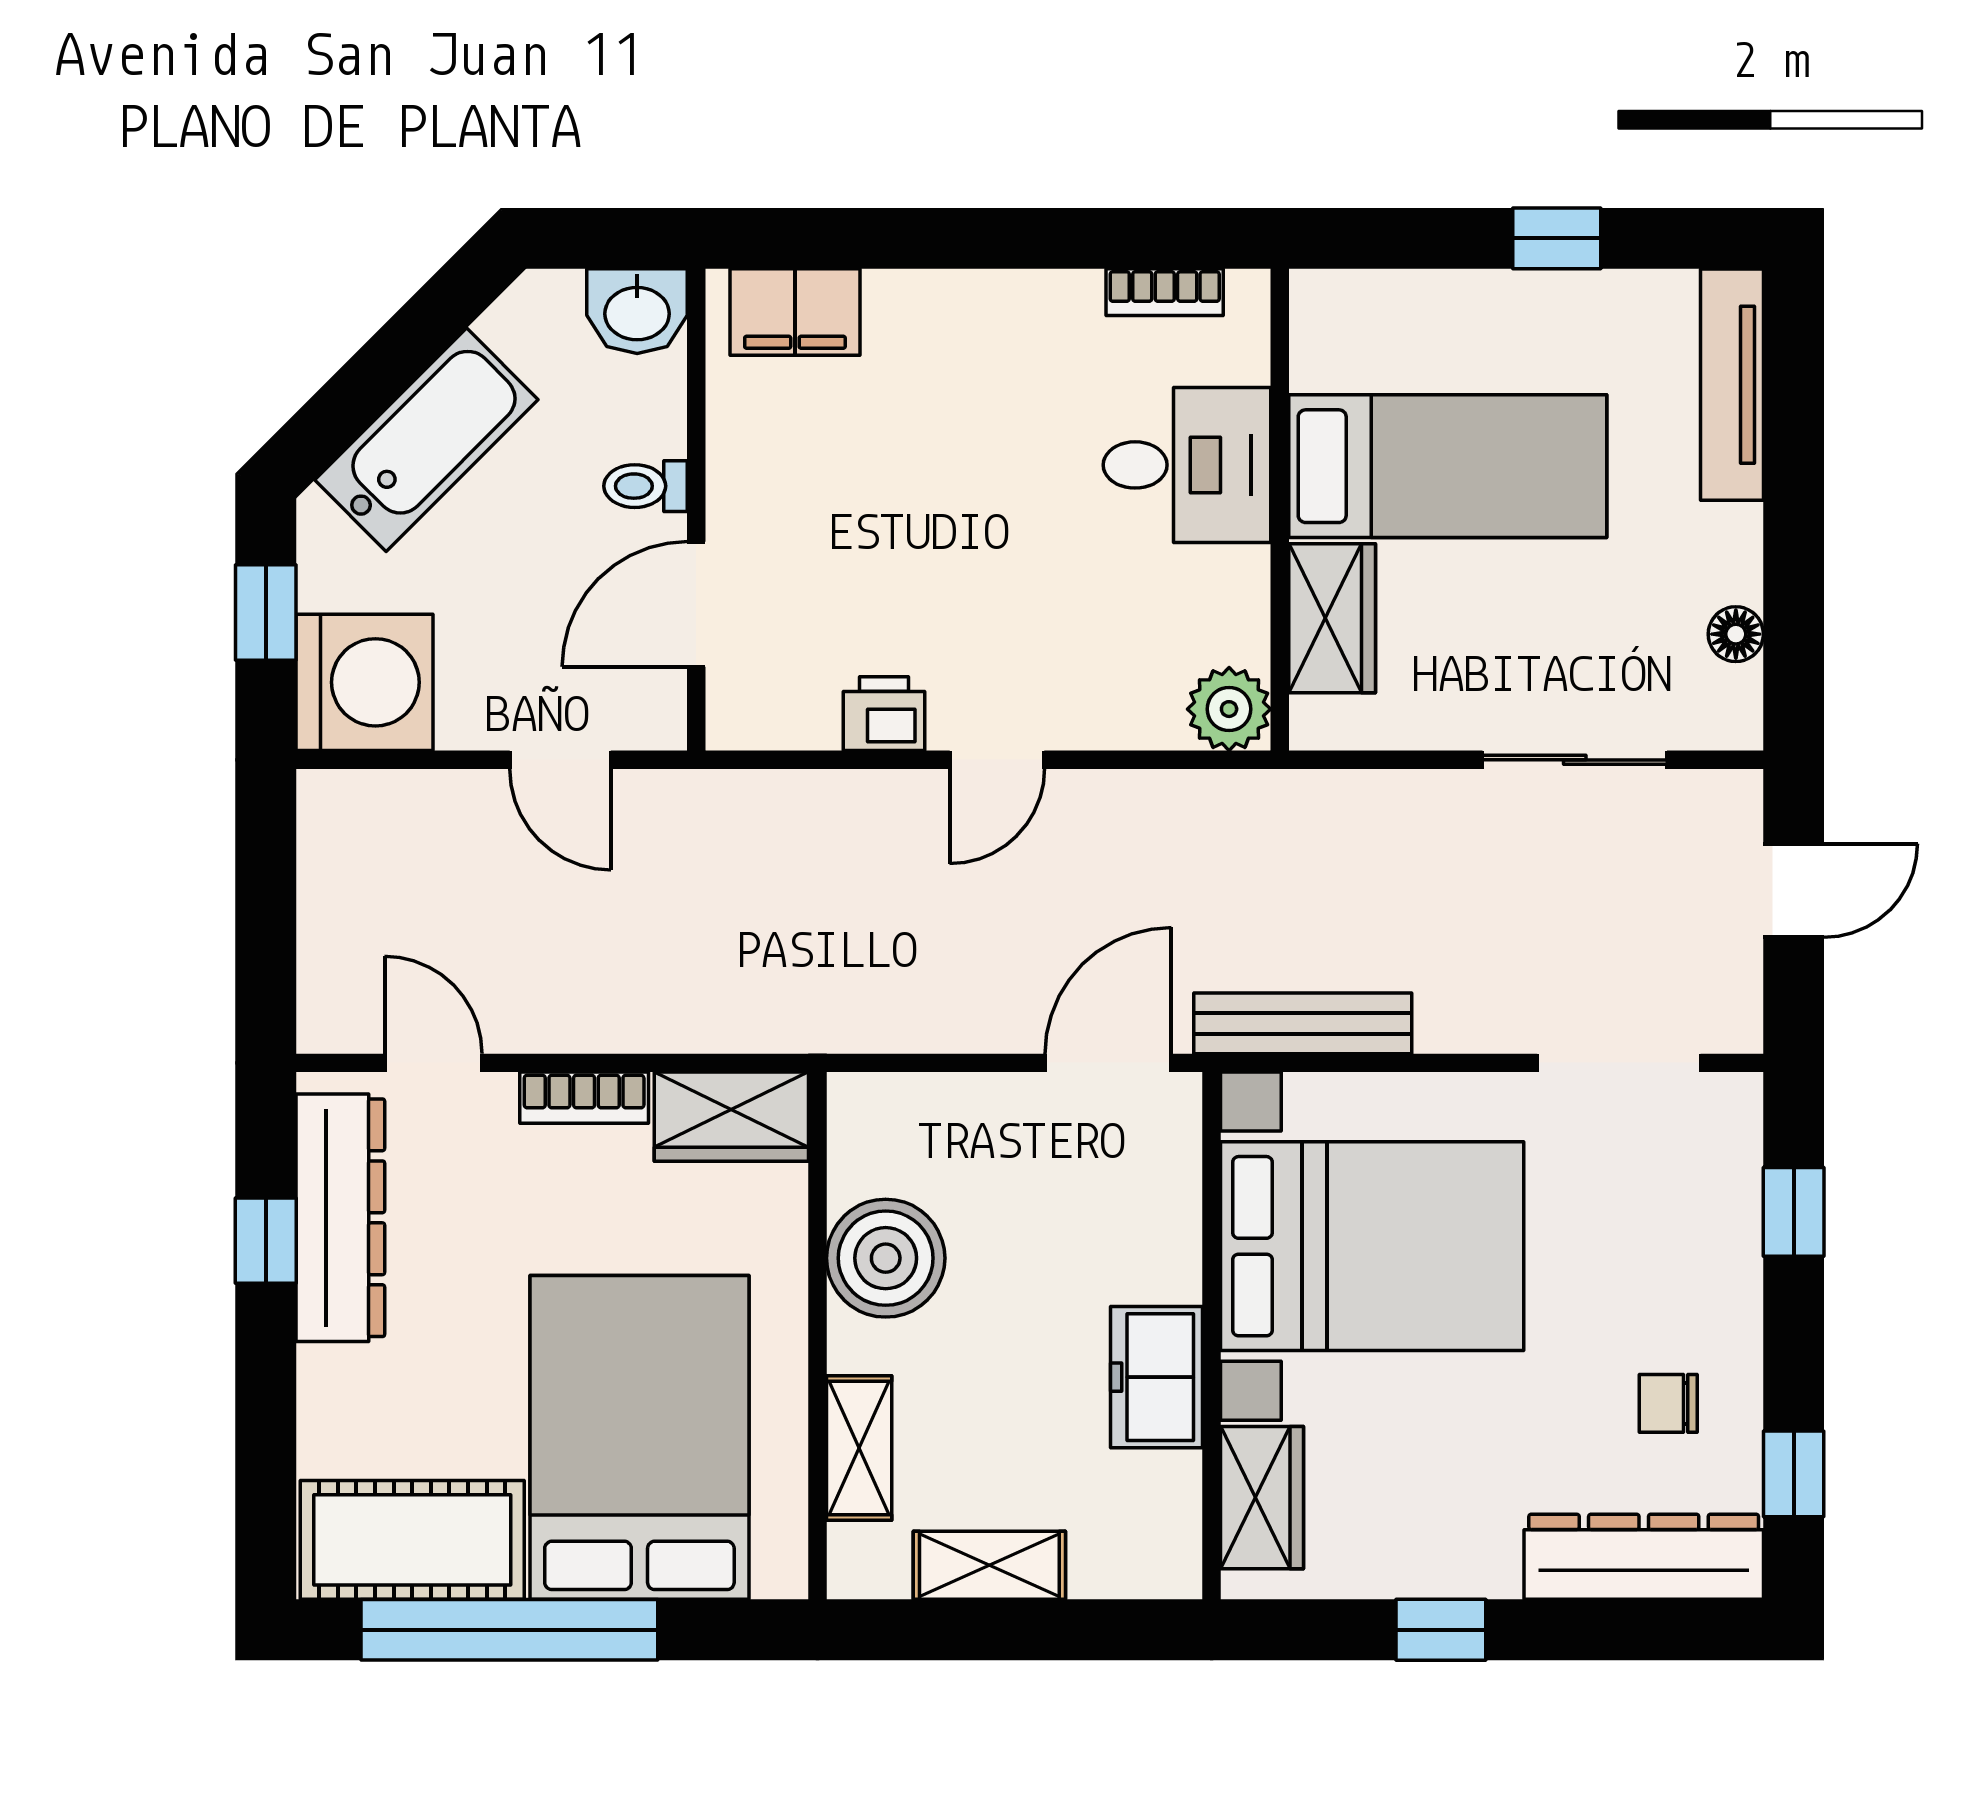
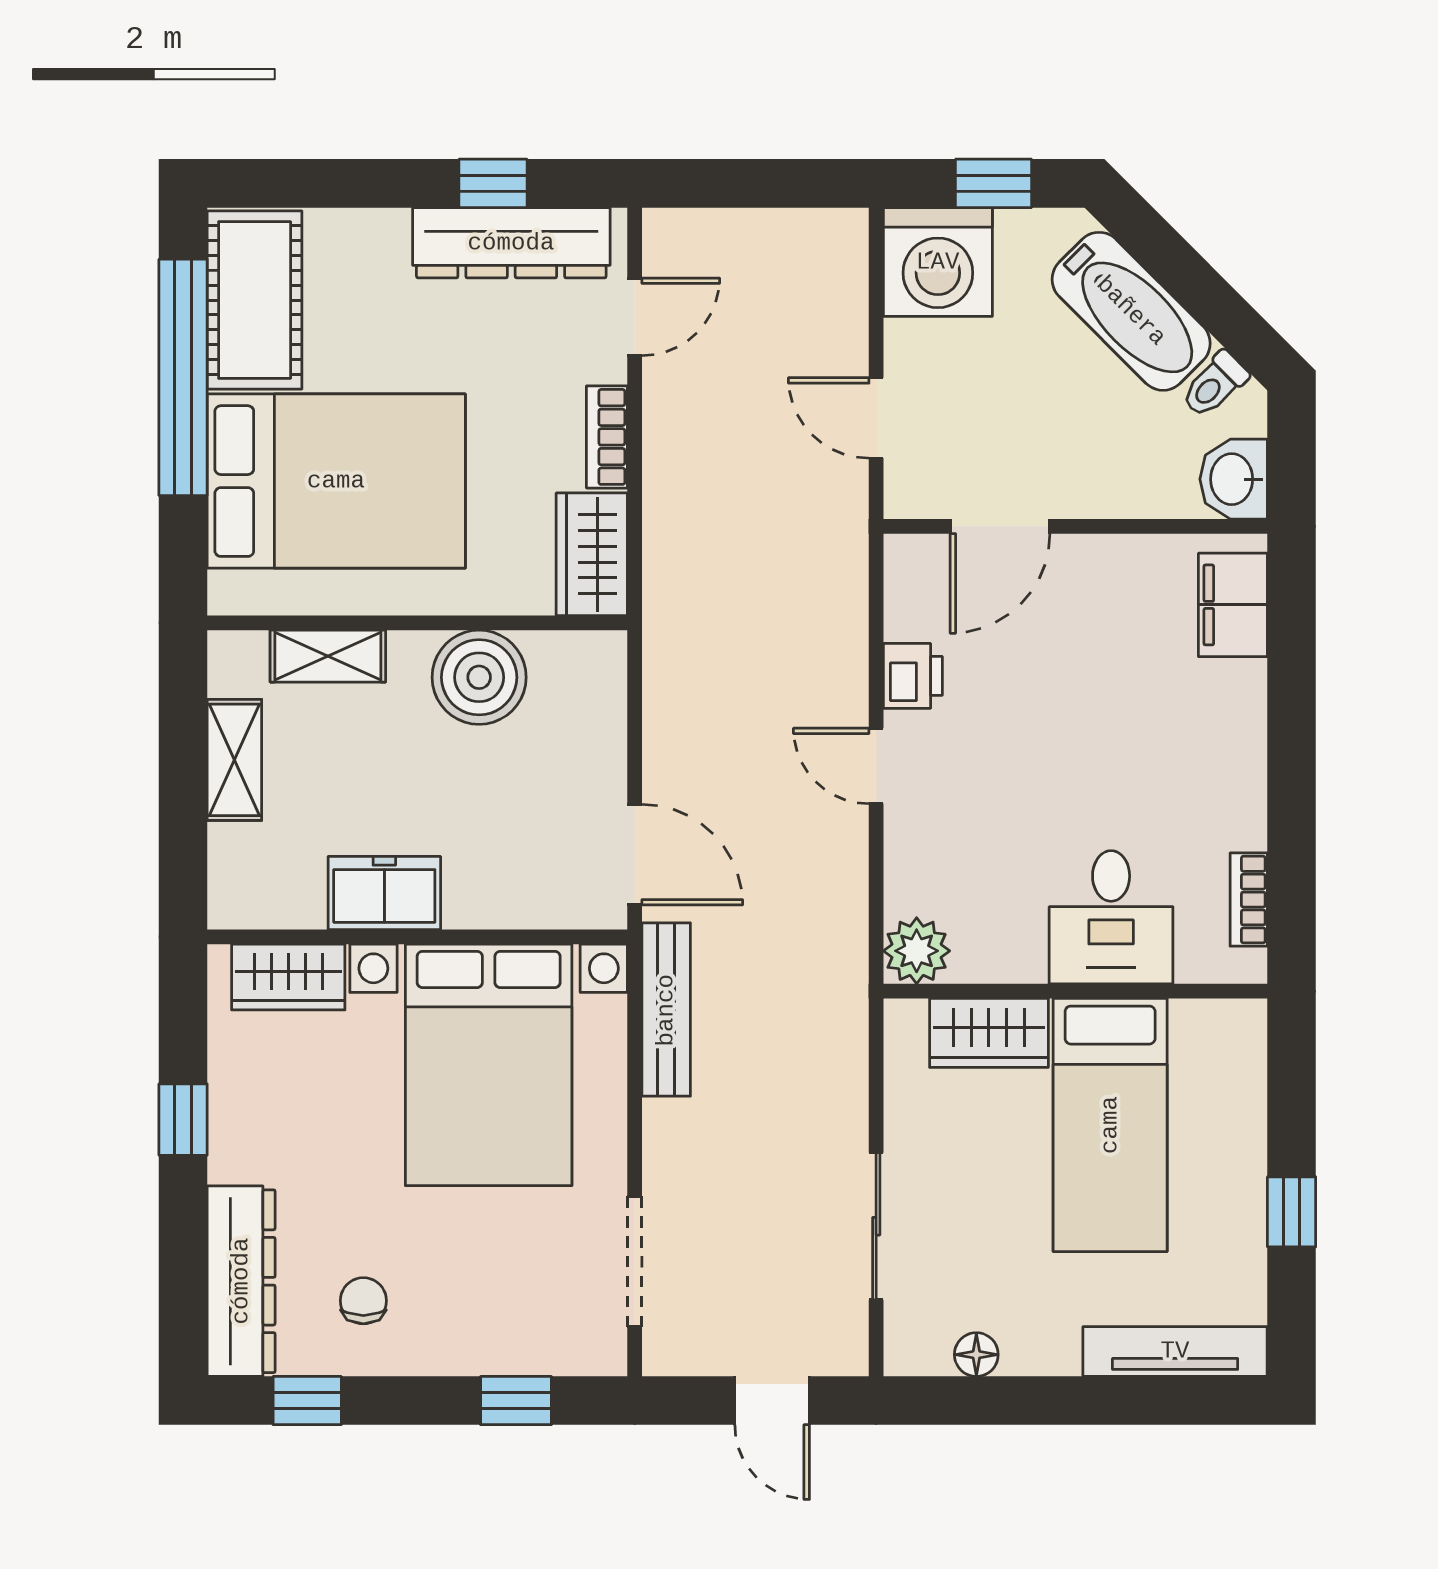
toilet: (646, 486) -> (1215, 385), moved, turned -135
door: (696, 604) -> (1000, 526), swing flipped
door: (560, 760) -> (876, 418), hinge flipped

